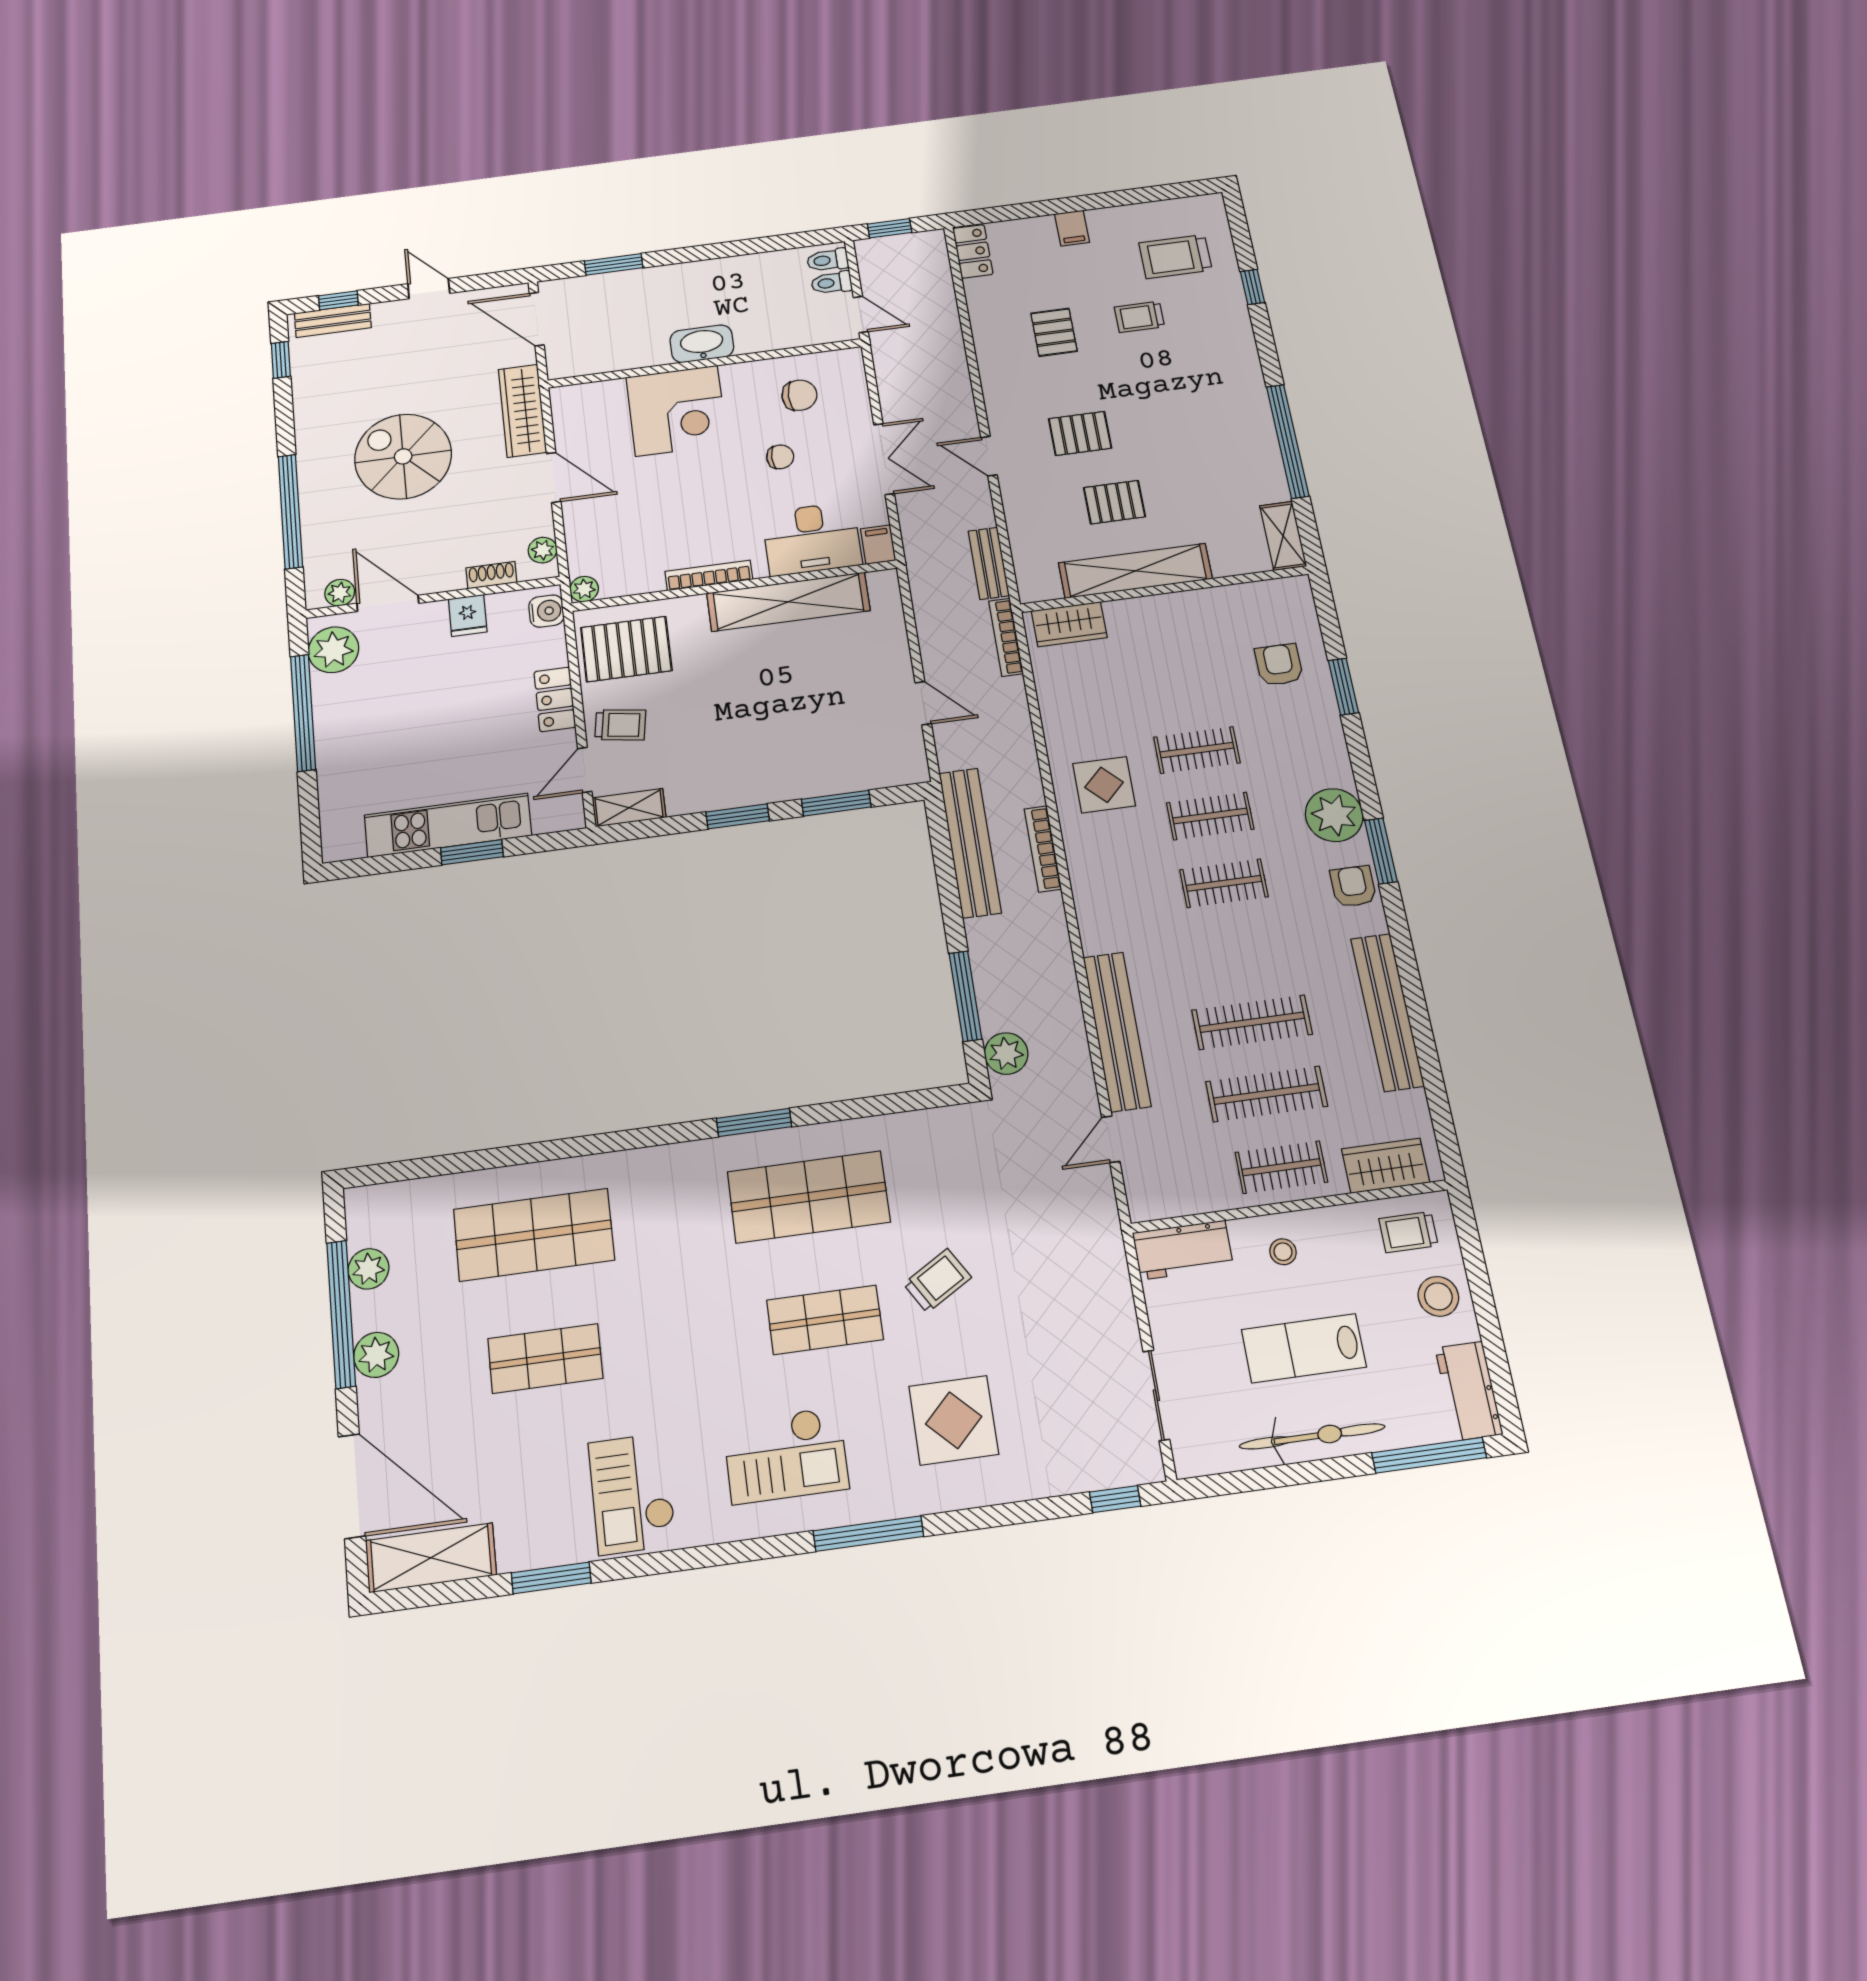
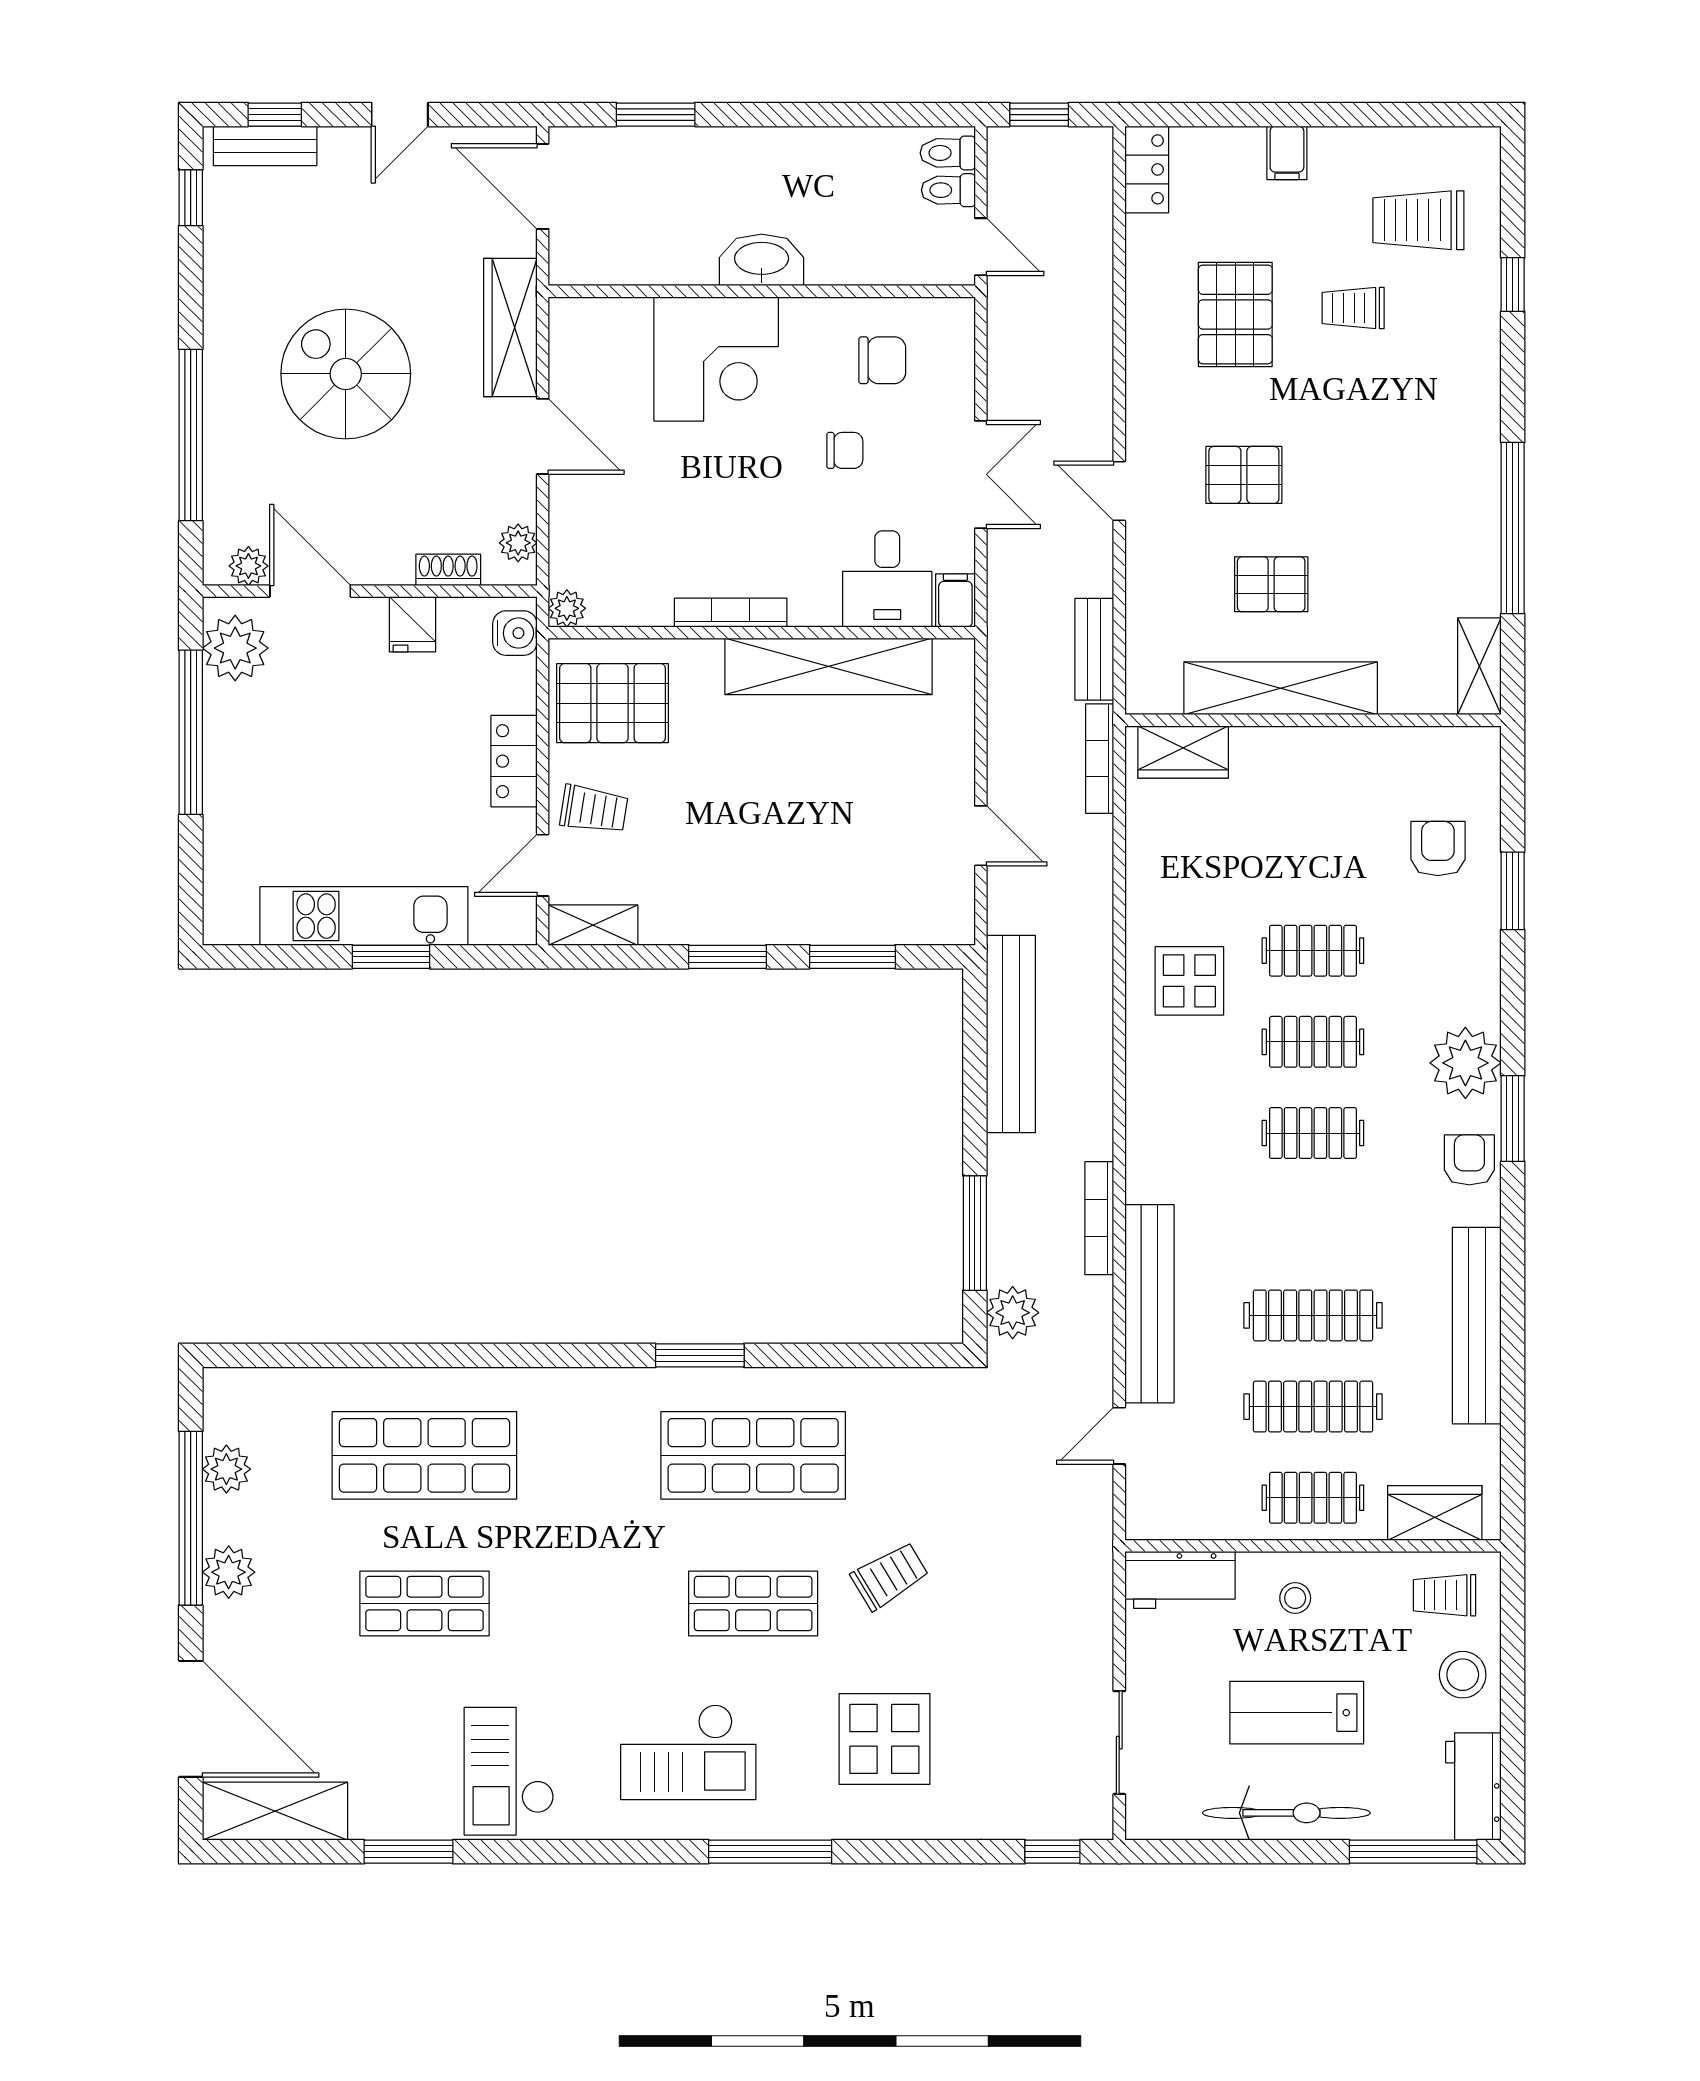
door: (429, 289) -> (400, 115), swing flipped
pallet: (1054, 332) -> (1235, 314), width x1.50, depth x1.42
desk: (812, 539) -> (887, 579), width x0.73
bookcase: (1043, 849) -> (1099, 1218), moved

